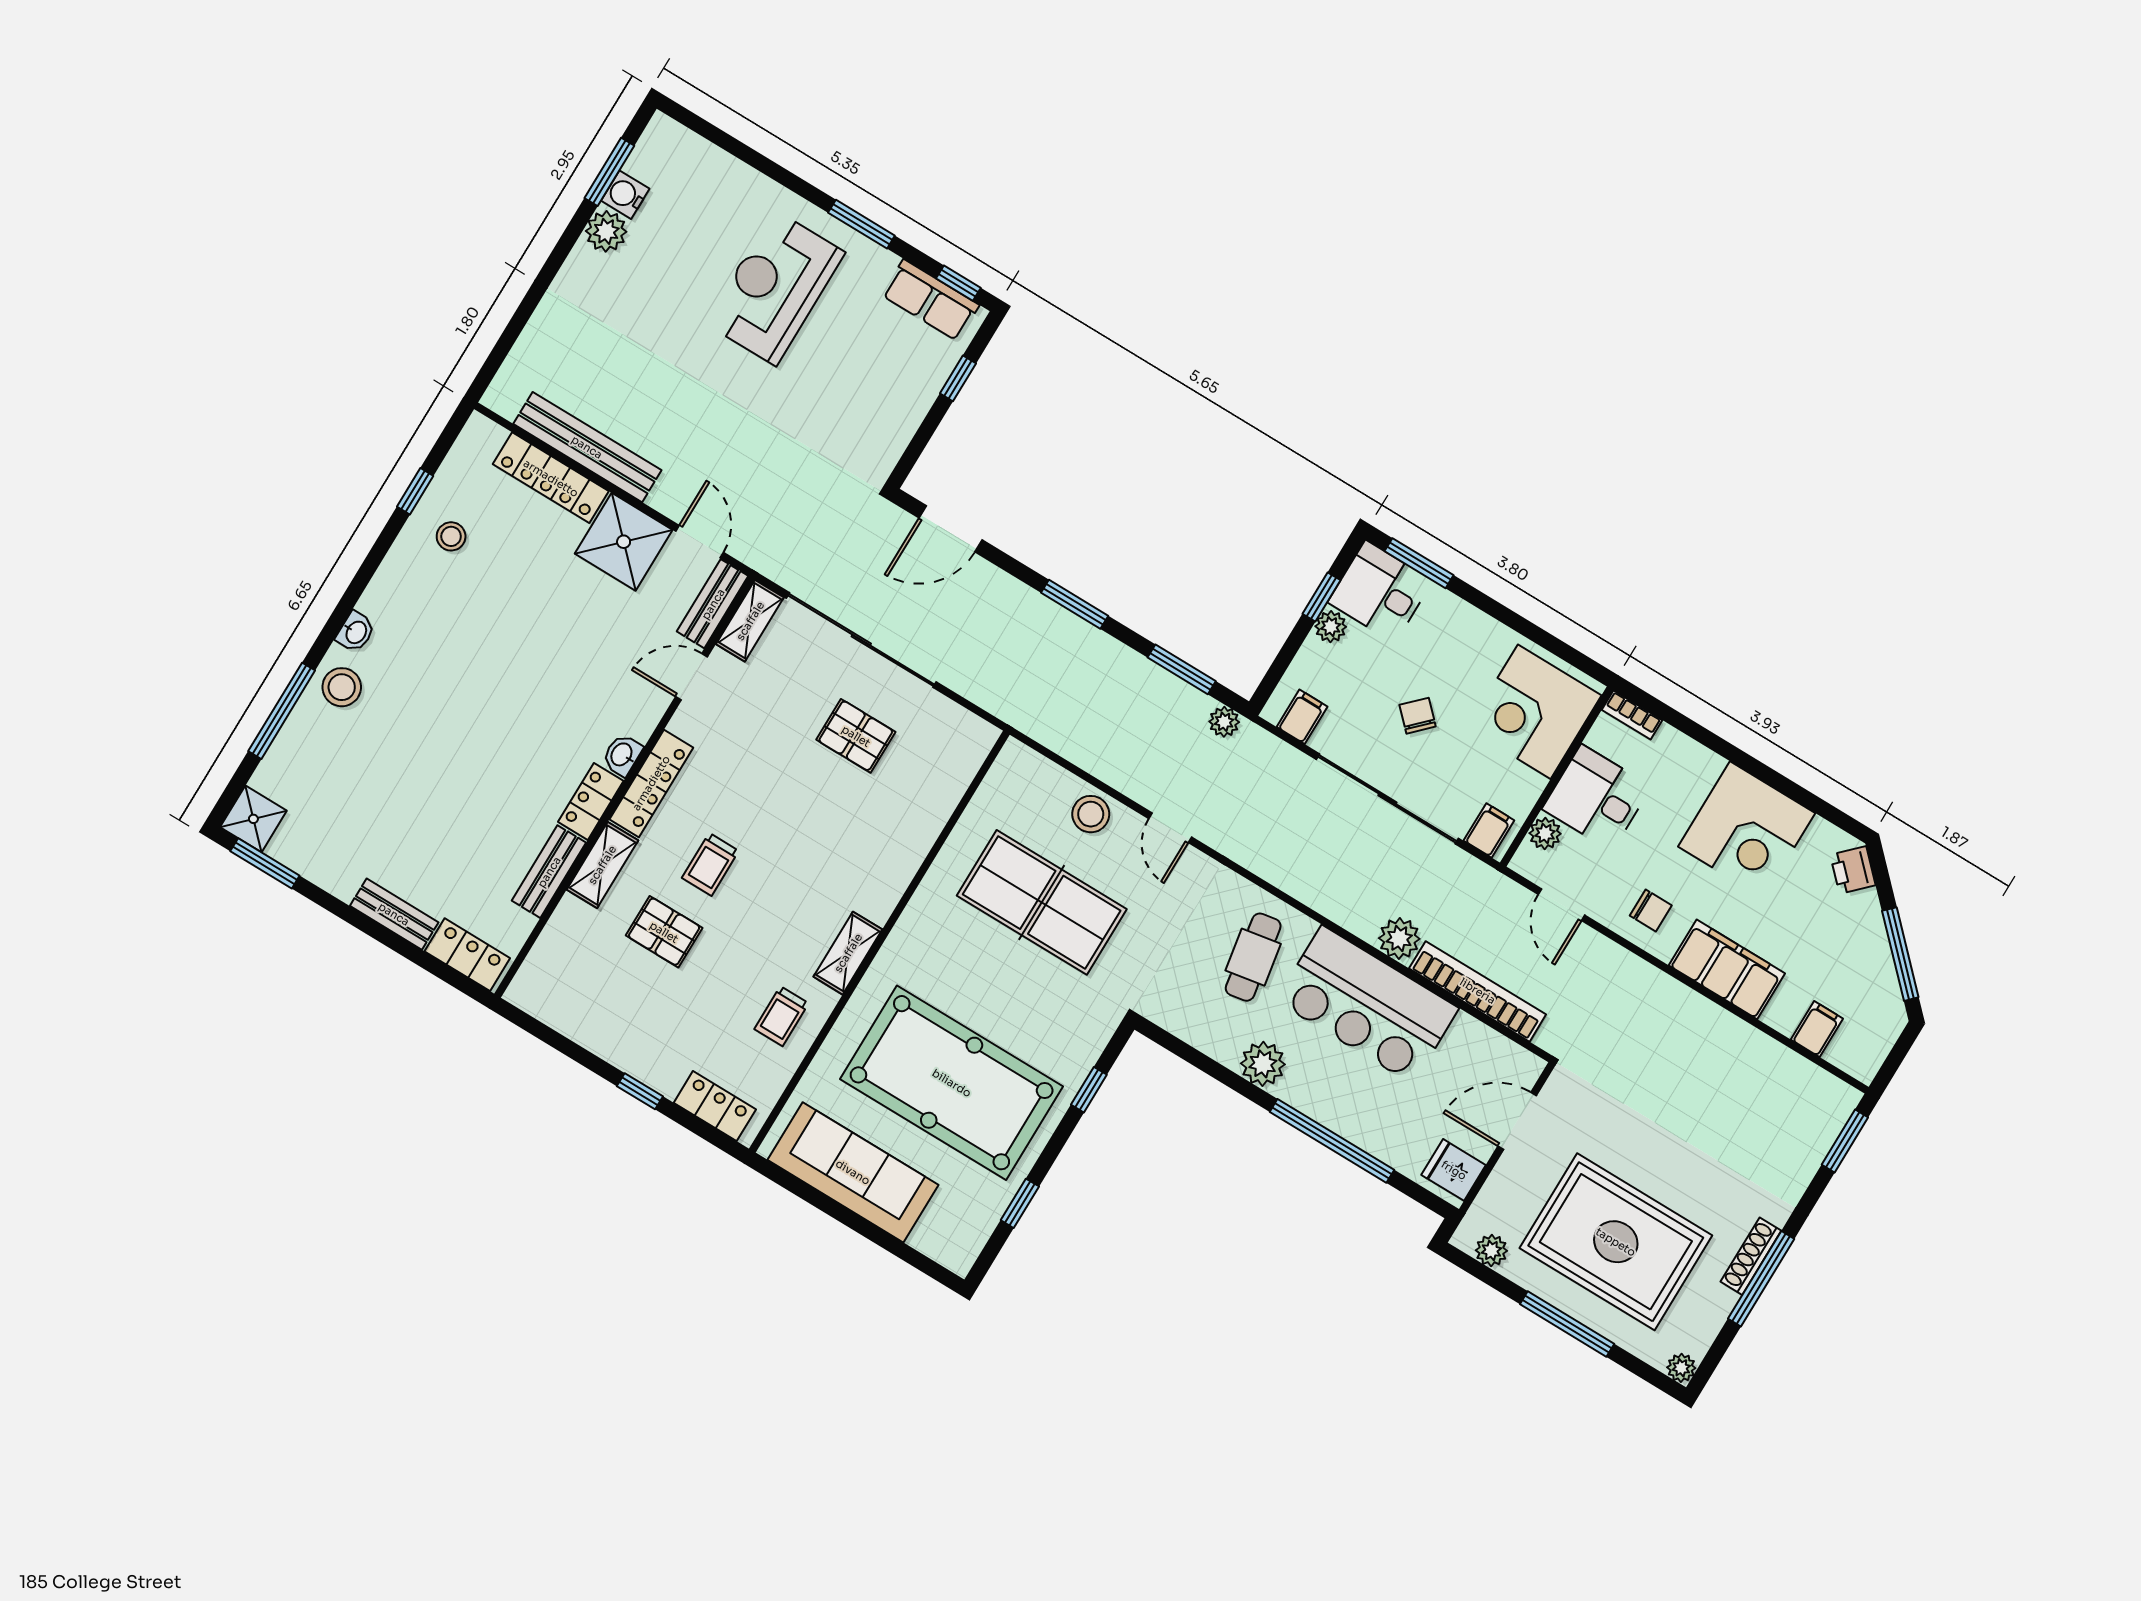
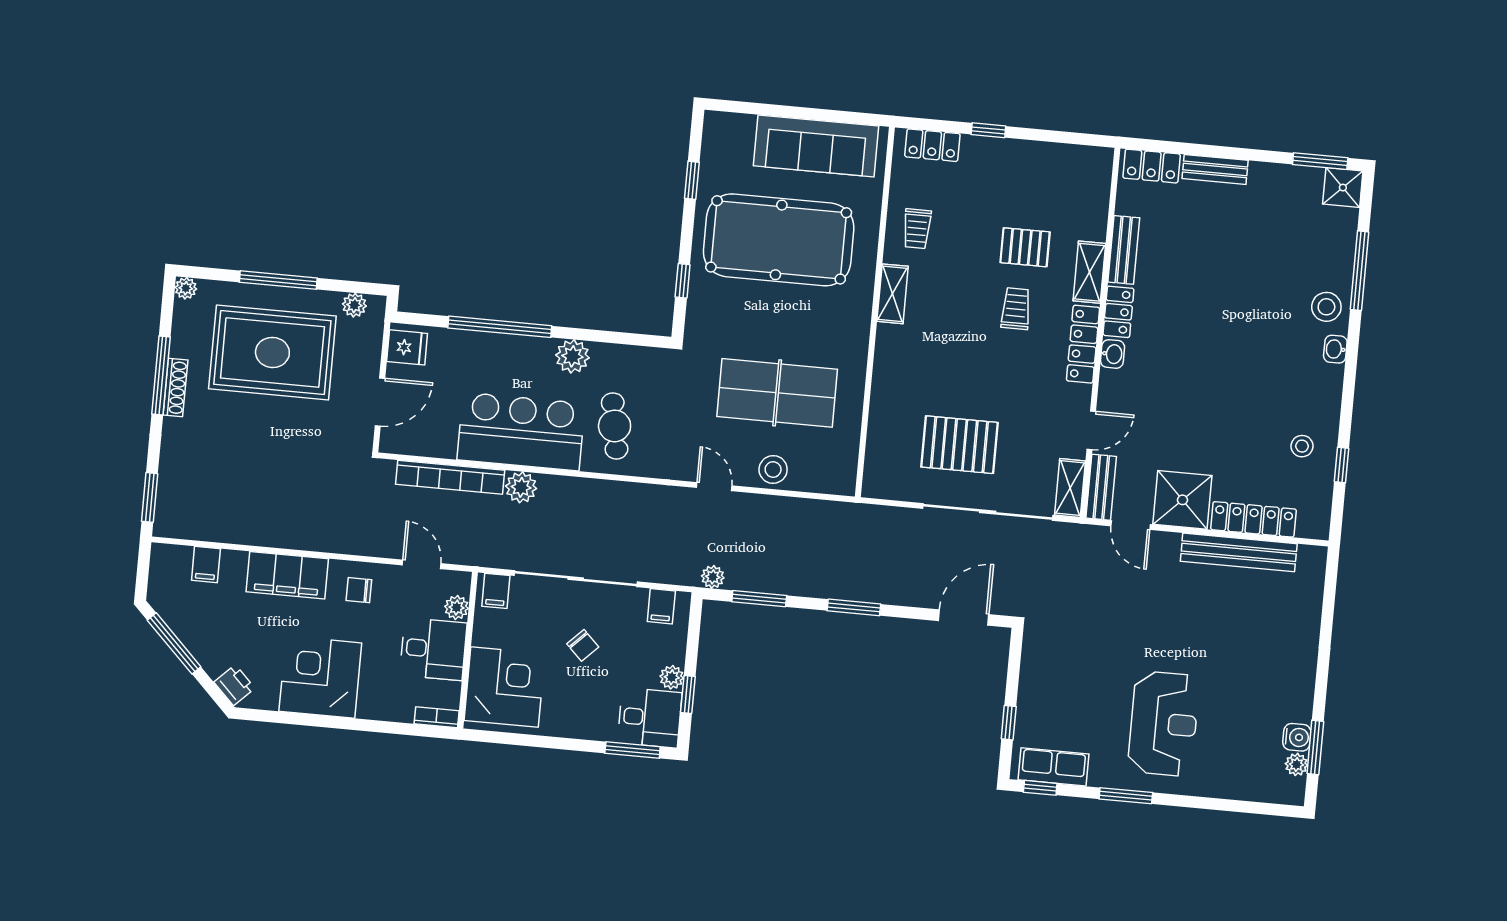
plant: (606, 231) -> (1297, 764), moved, width x0.73, depth x0.73
pallet: (856, 736) -> (959, 445), width x1.50, depth x1.42
trolley: (781, 1016) -> (917, 229), turned 180

